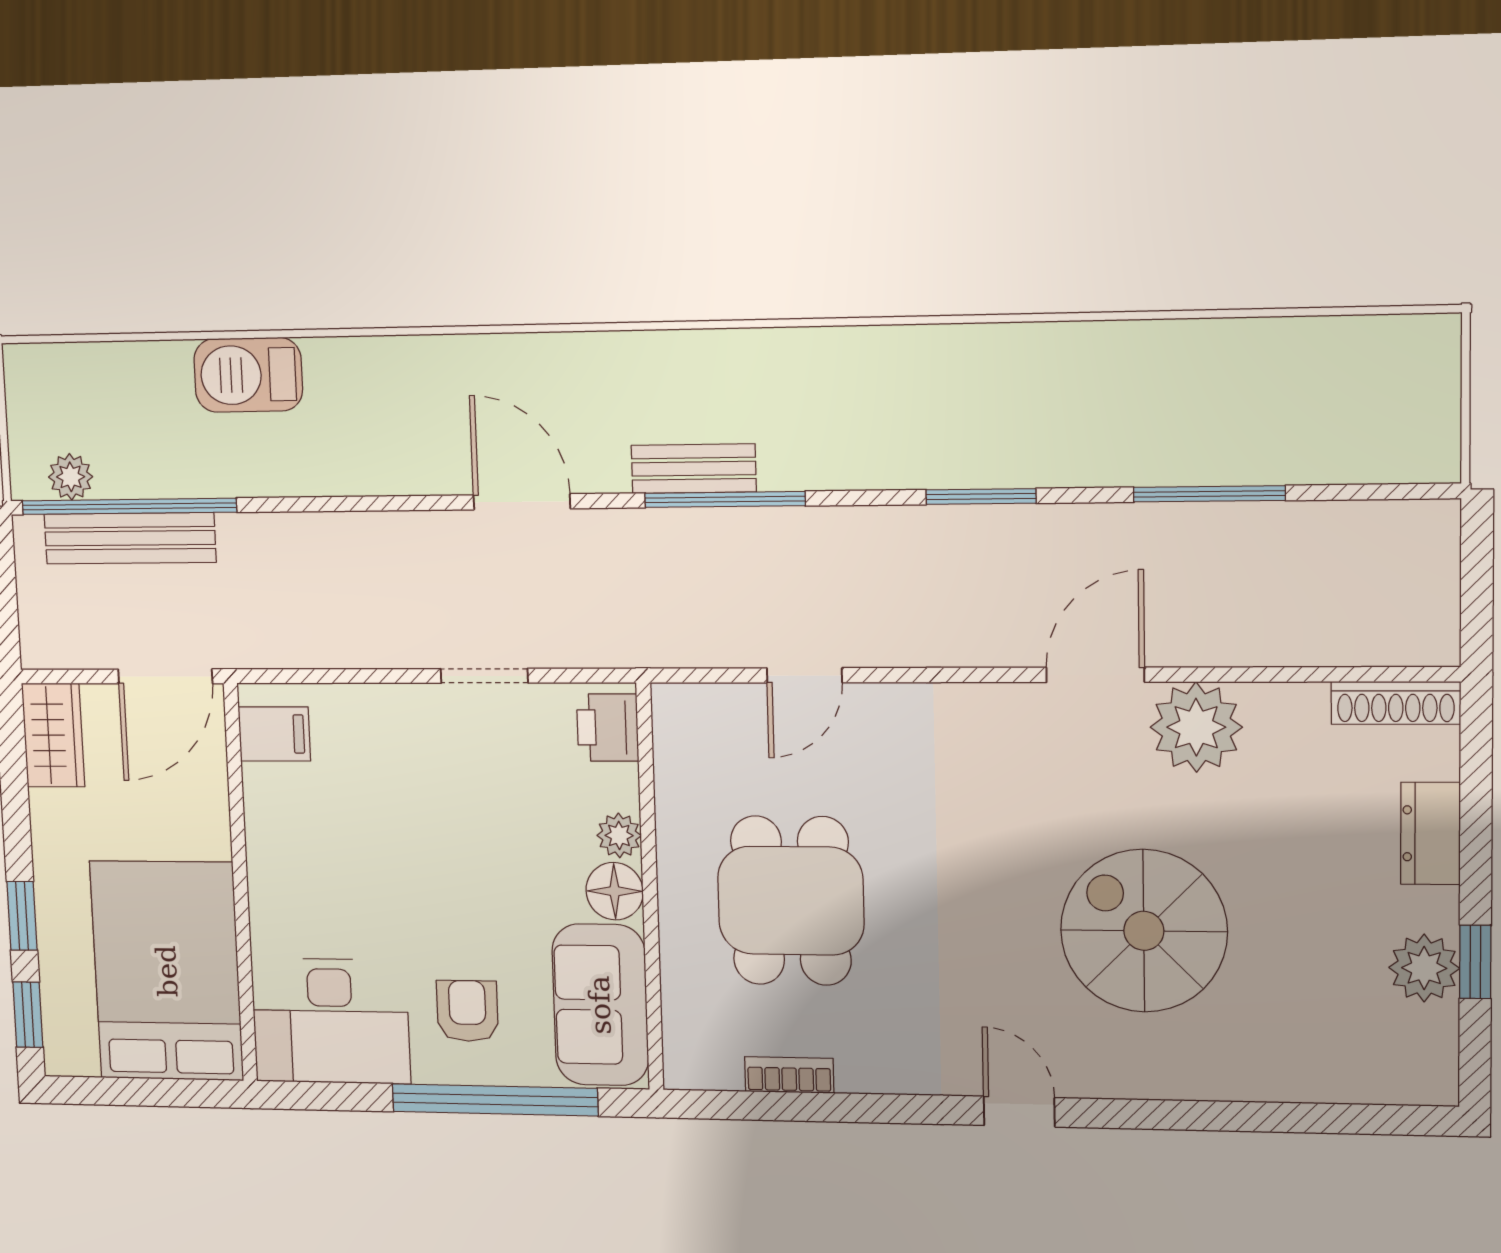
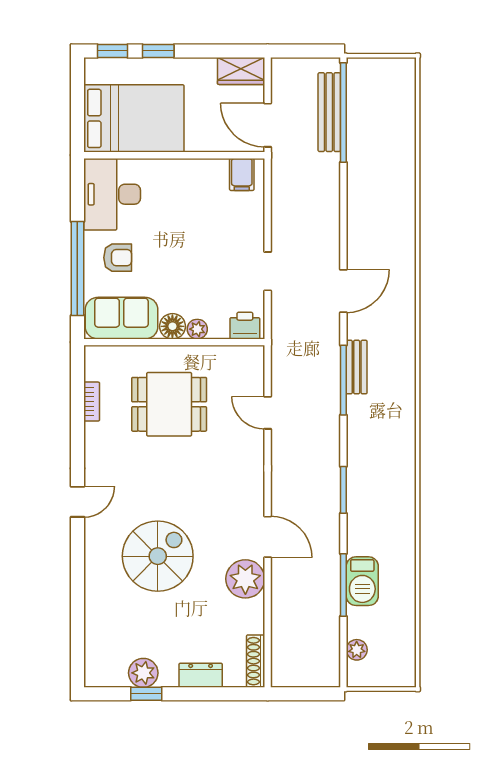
barbecue: (248, 375) -> (362, 581), moved, turned 180
plant: (71, 477) -> (357, 650), moved

